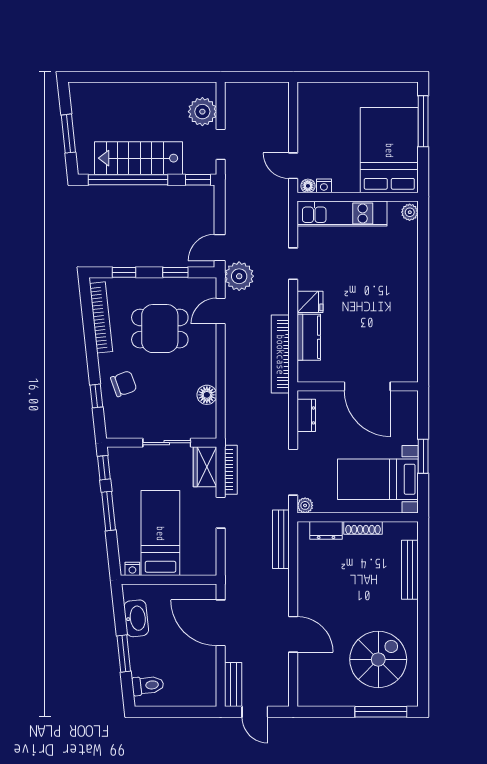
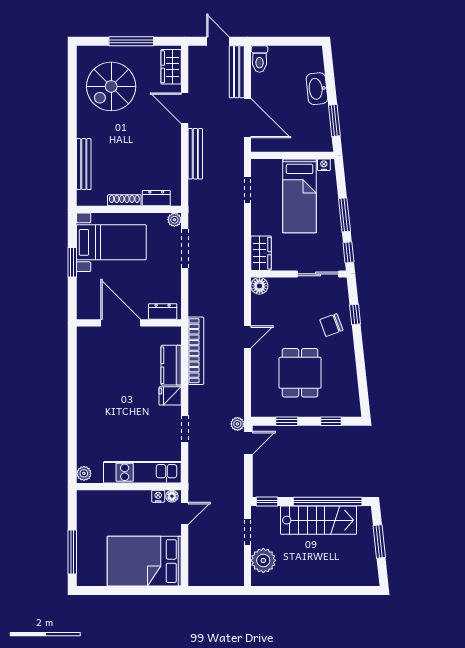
bed: (389, 150) -> (144, 561), moved, turned 90
door: (293, 166) -> (185, 514), hinge flipped
plant: (239, 276) -> (237, 424), width x0.53, depth x0.53
door: (221, 311) -> (248, 337), moved
bookcase: (101, 317) -> (351, 382), removed
dining table: (160, 329) -> (300, 373), turned 90
floor lamp: (207, 395) -> (259, 286), moved
dresser: (306, 415) -> (163, 311), moved, turned 90
sliding door: (167, 443) -> (318, 274), moved
bookcase: (231, 470) -> (239, 251), removed
doorway: (221, 513) -> (248, 190), moved
bench: (281, 539) -> (195, 154), moved
washbasin: (136, 618) -> (317, 89), moved
window: (124, 654) -> (334, 120), moved
wardrobe: (309, 682) -> (171, 67), added
toilet: (148, 685) -> (260, 59), moved, turned -84
bench: (233, 685) -> (237, 72), width x1.36
window: (381, 712) -> (131, 41), moved

